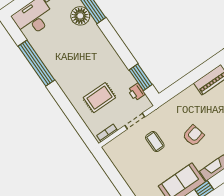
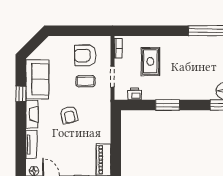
window: (141, 77) -> (168, 105), moved
armchair: (133, 157) -> (85, 55), added

